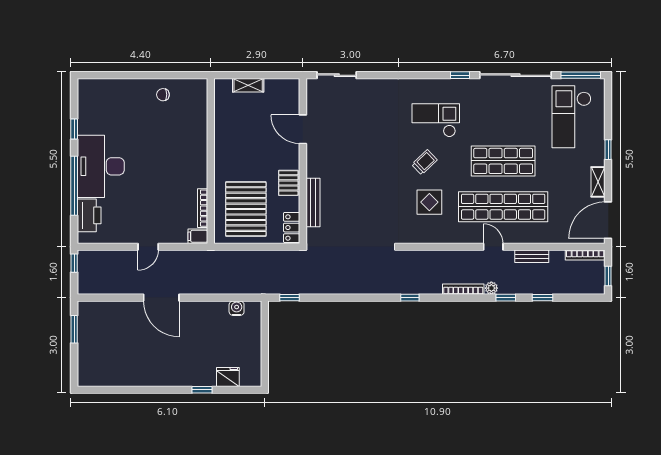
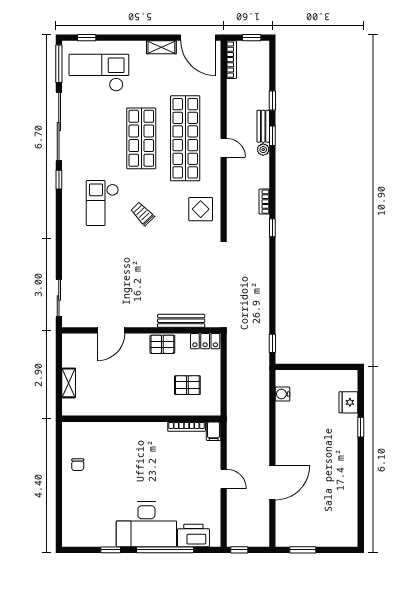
checkout: (572, 117) -> (99, 73), turned 180
window: (608, 150) -> (87, 38), moved
display table: (429, 202) -> (201, 209), moved
pallet: (246, 209) -> (187, 385), width x0.49, depth x0.50
door: (493, 247) -> (224, 148), swing flipped
bench: (532, 256) -> (263, 126), moved
bookcase: (463, 289) -> (264, 202), moved, width x0.64
door: (161, 298) -> (272, 483), moved

